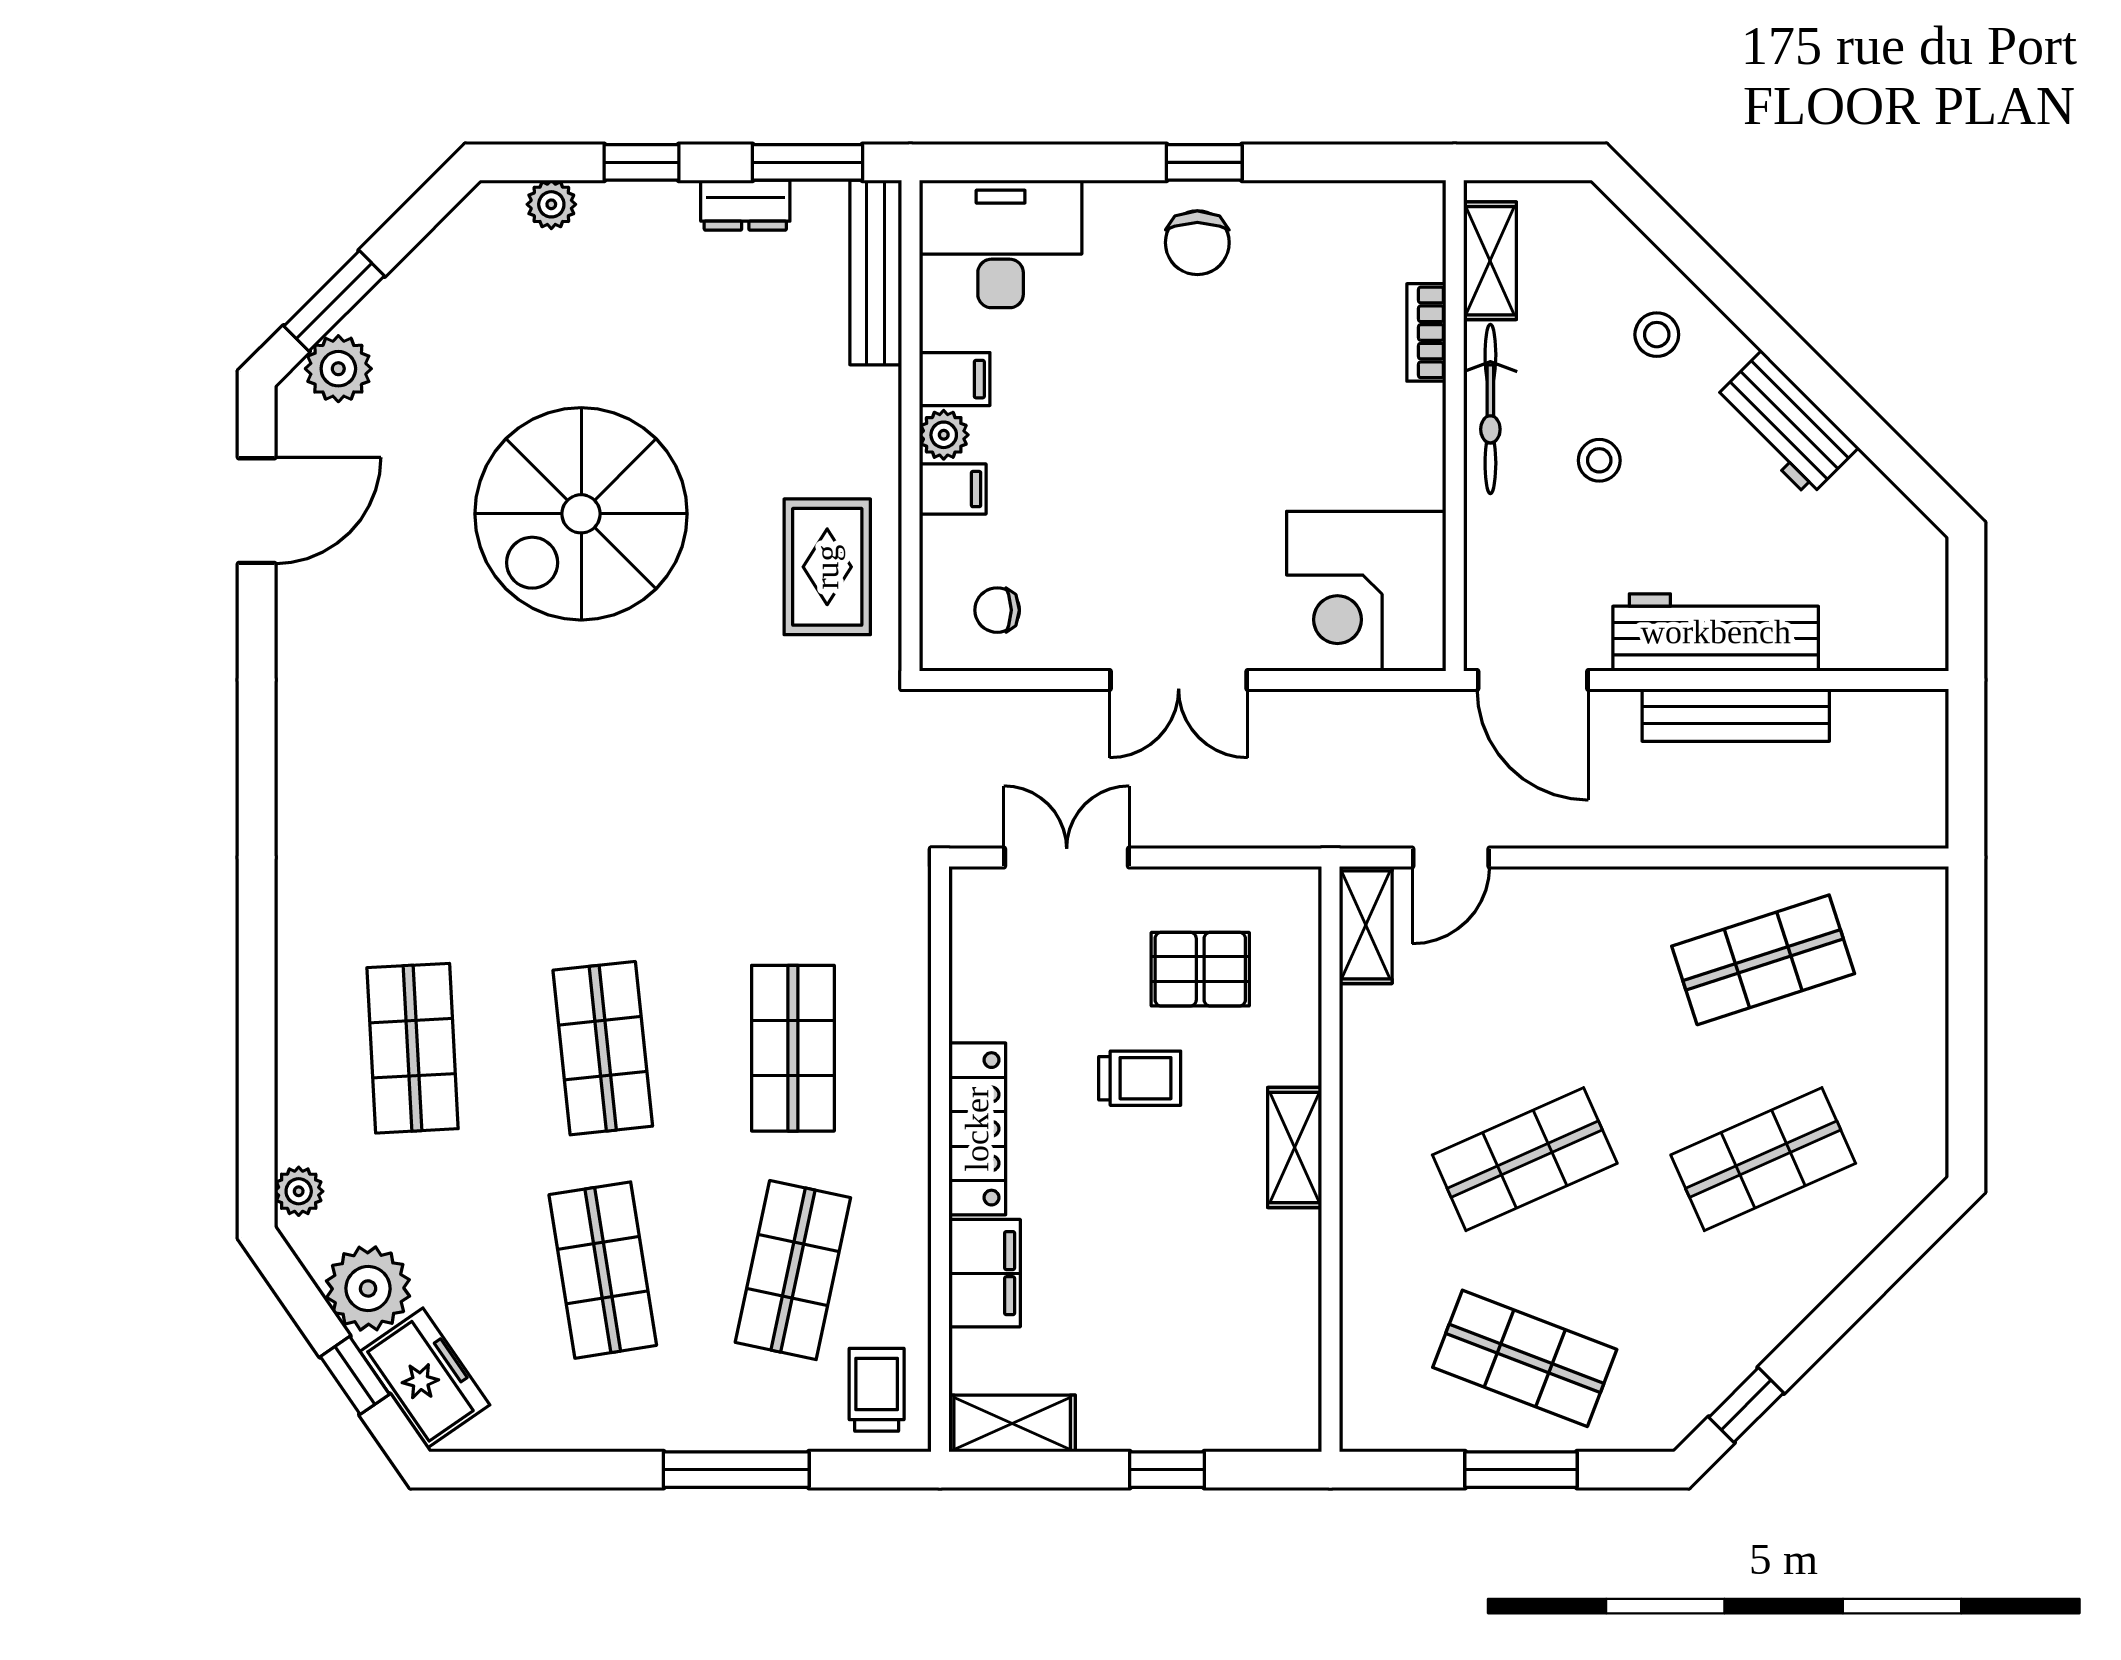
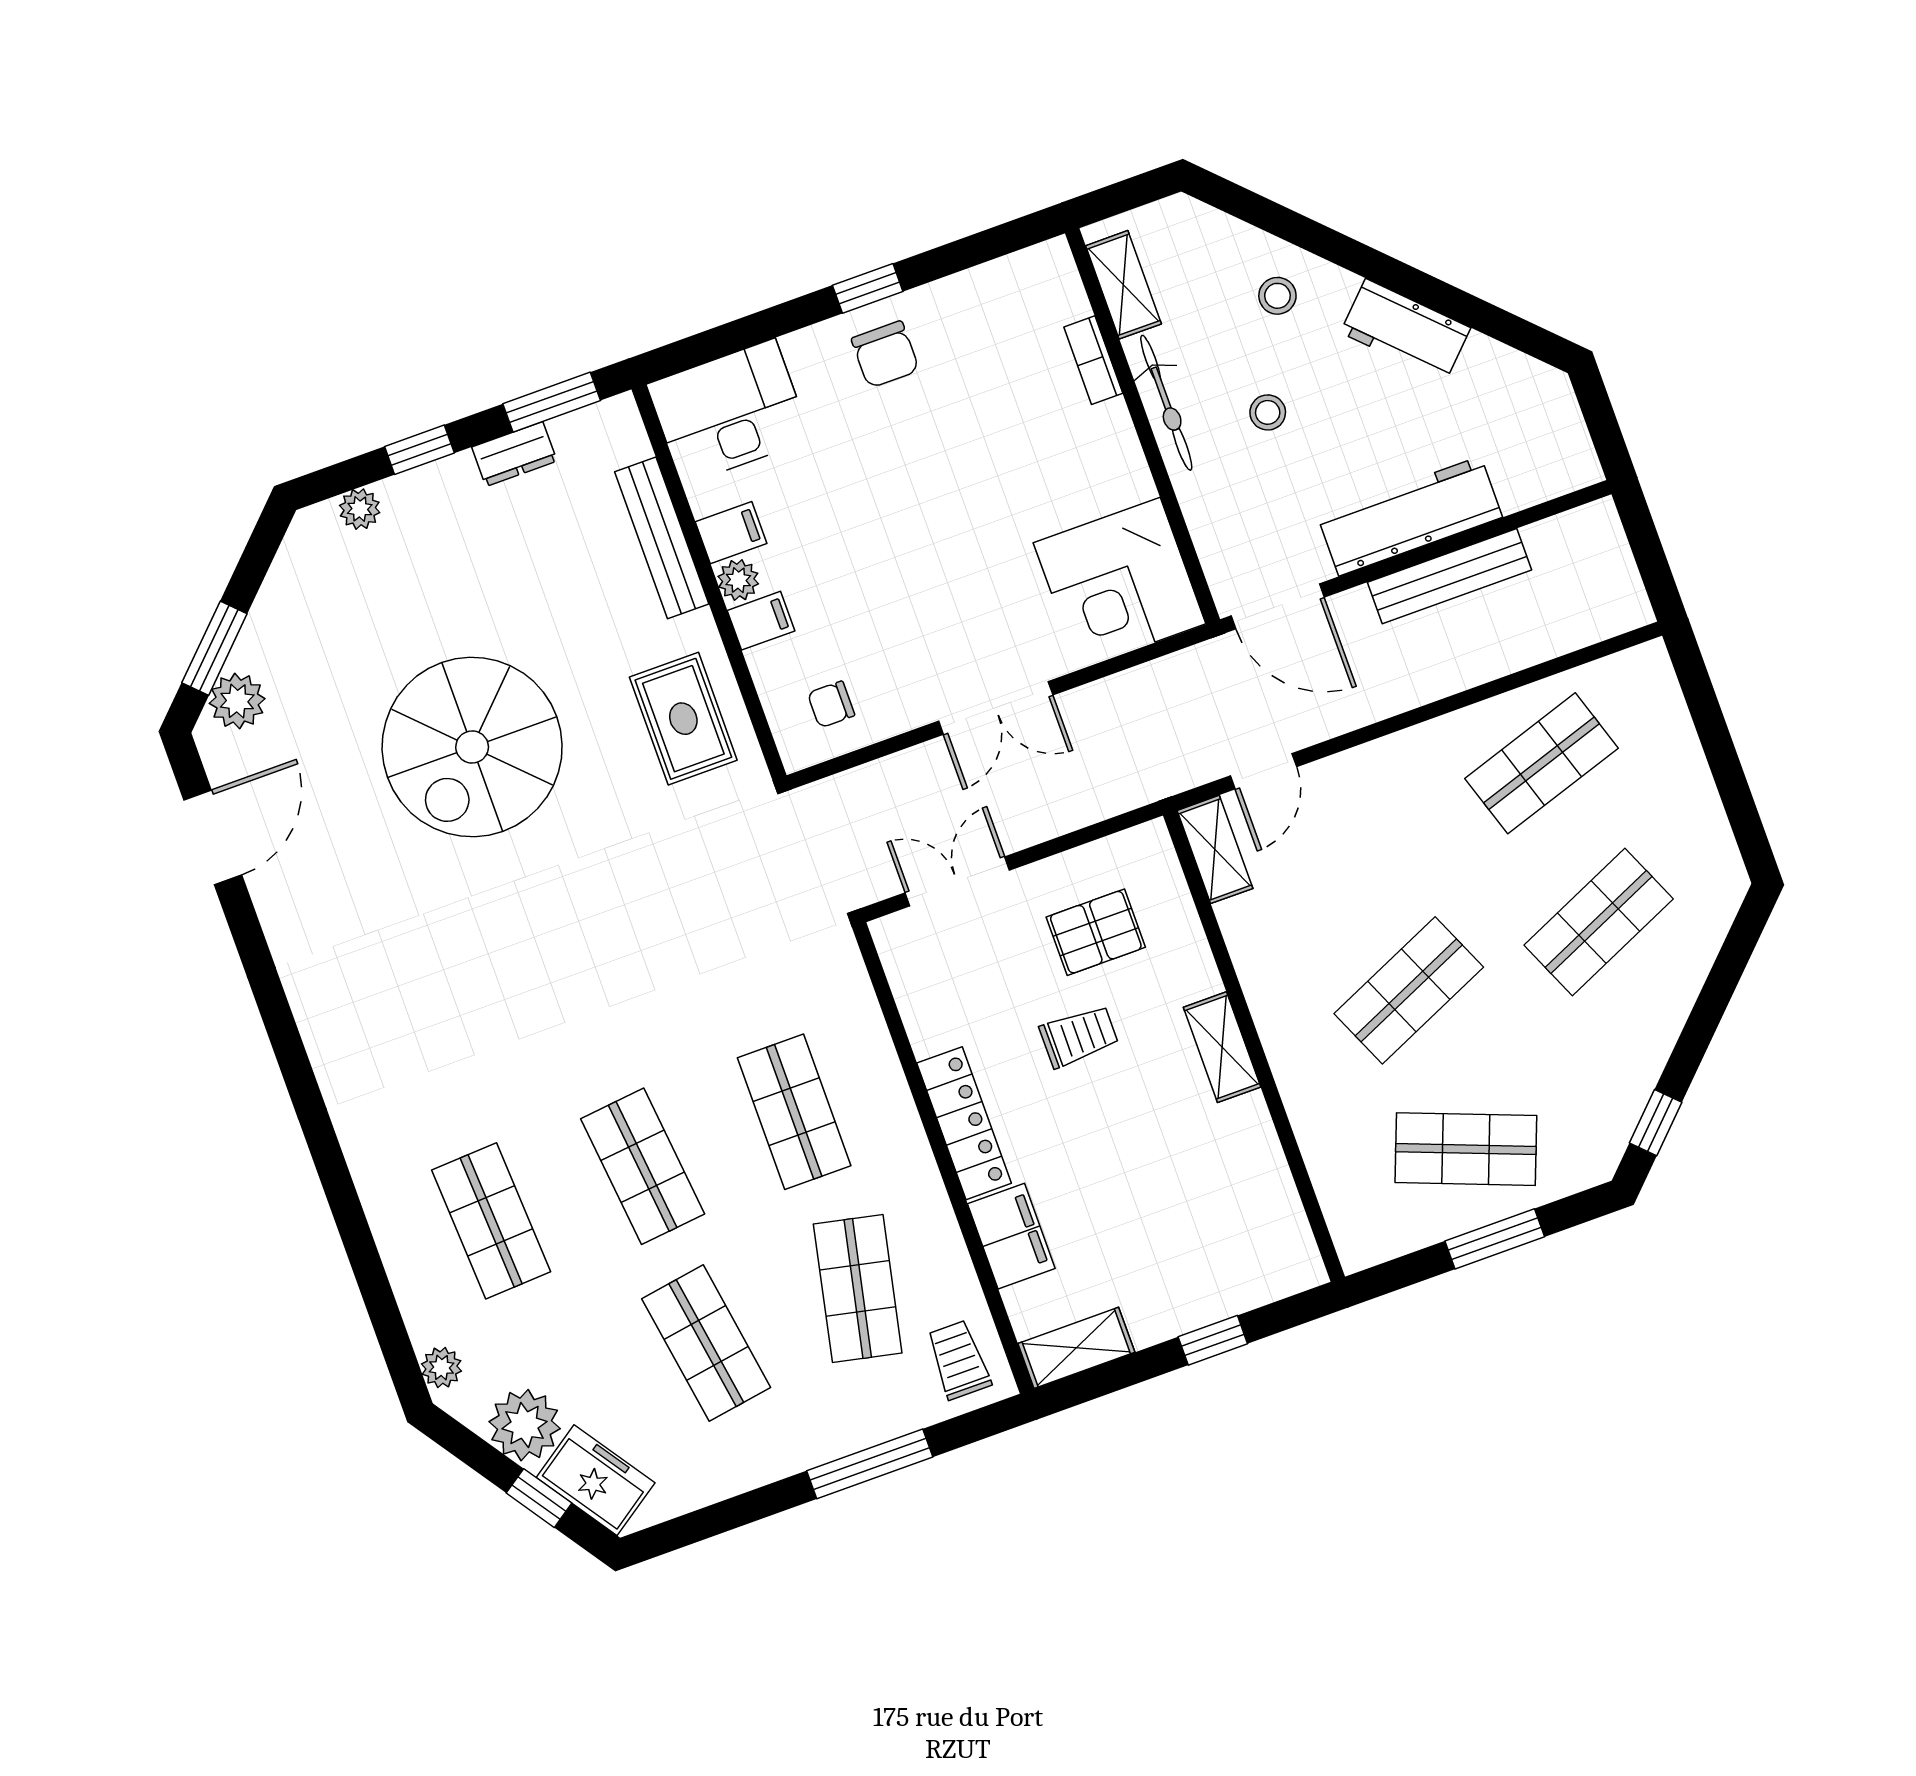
bench: (876, 272) -> (662, 538), moved

